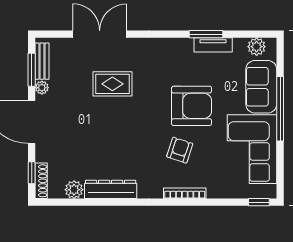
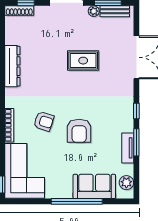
window: (167, 34) -> (136, 111), added
rug: (112, 84) -> (83, 61), moved, turned 90
armchair: (192, 106) -> (79, 131), width x0.73, depth x0.73
corner sofa: (252, 149) -> (25, 171), moved, turned 90
plant: (74, 190) -> (12, 37), removed

